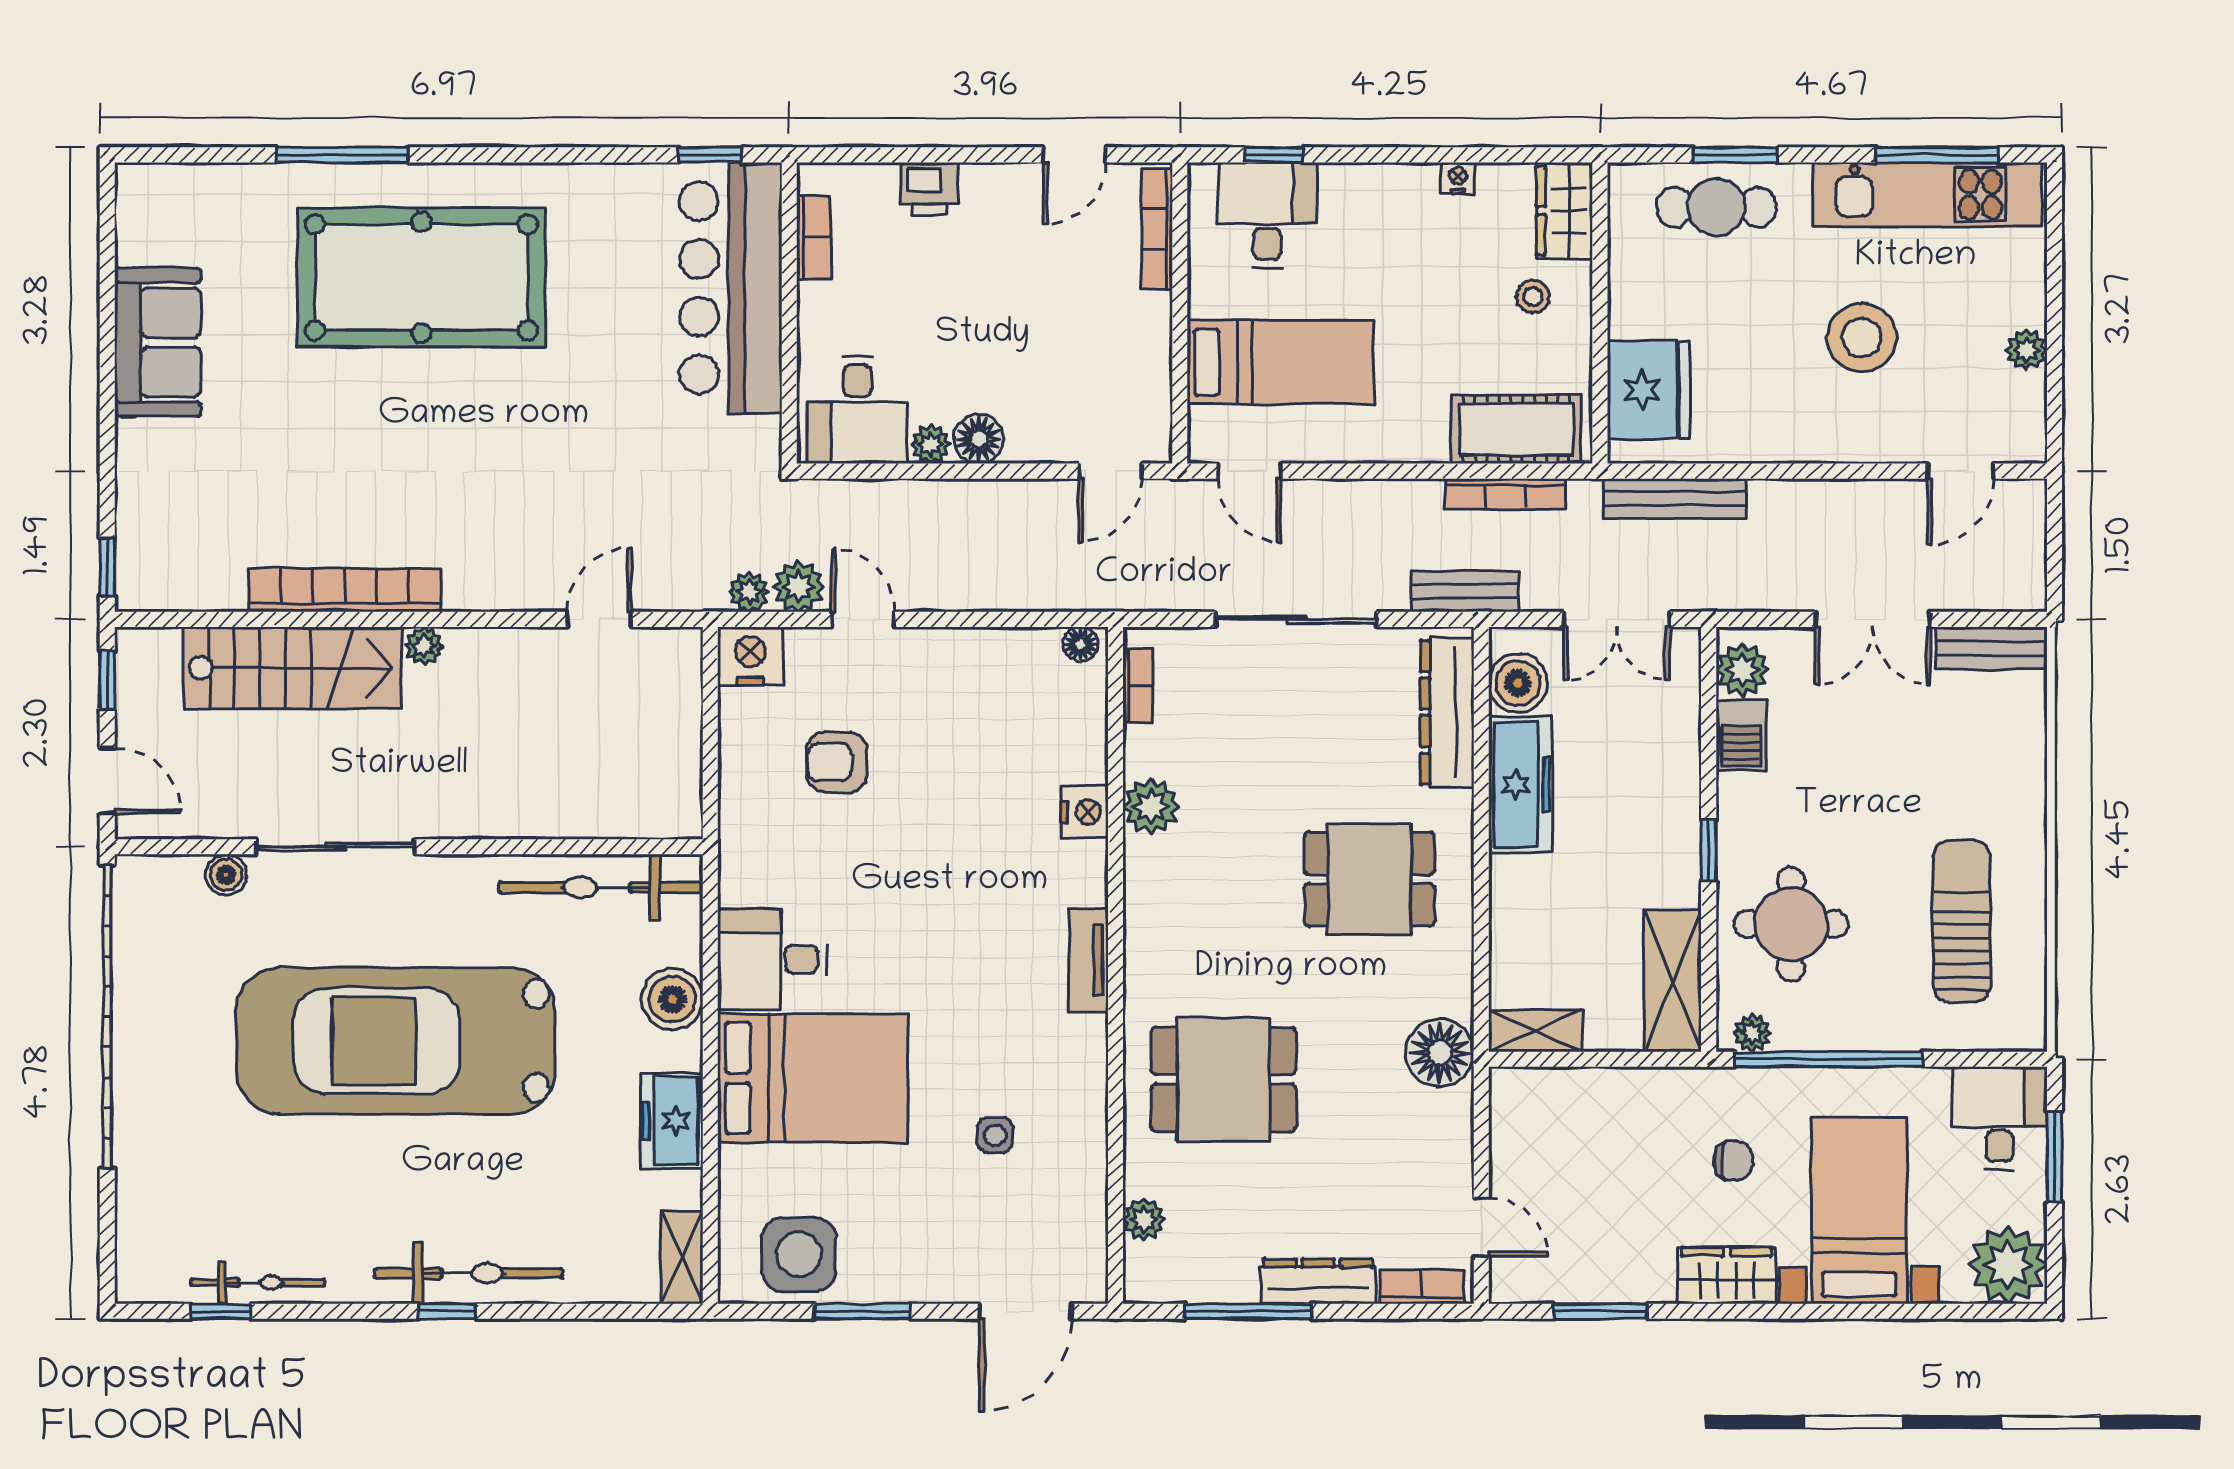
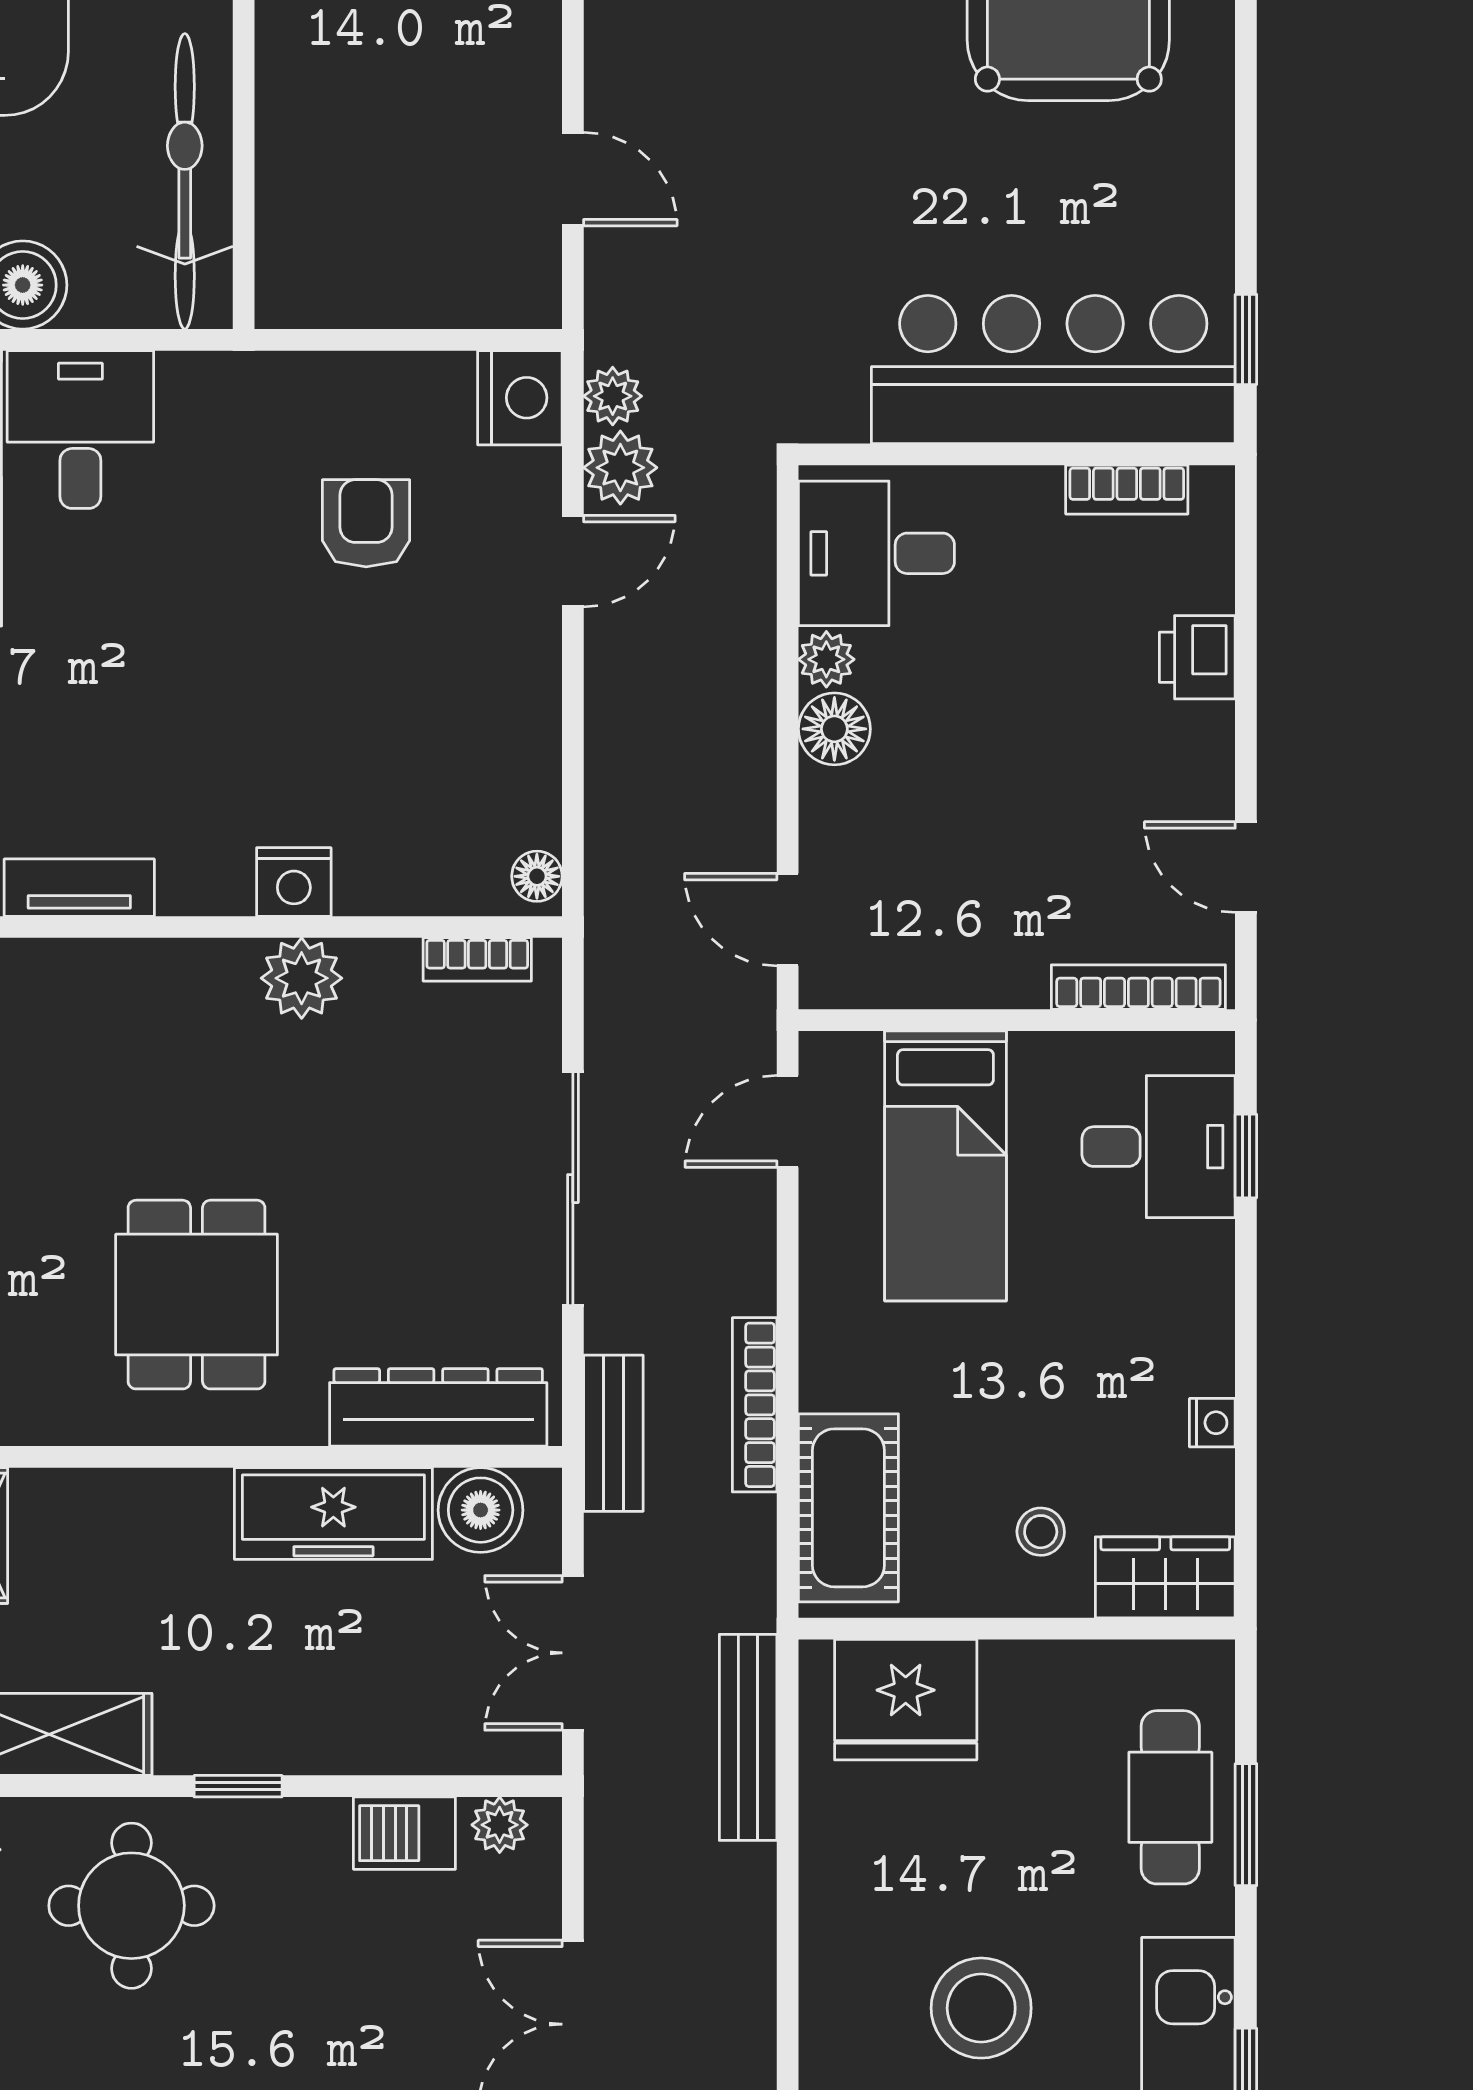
bookcase: (1505, 494) -> (755, 1405), moved
plant: (1742, 670) -> (500, 1825), width x0.73, depth x0.73

